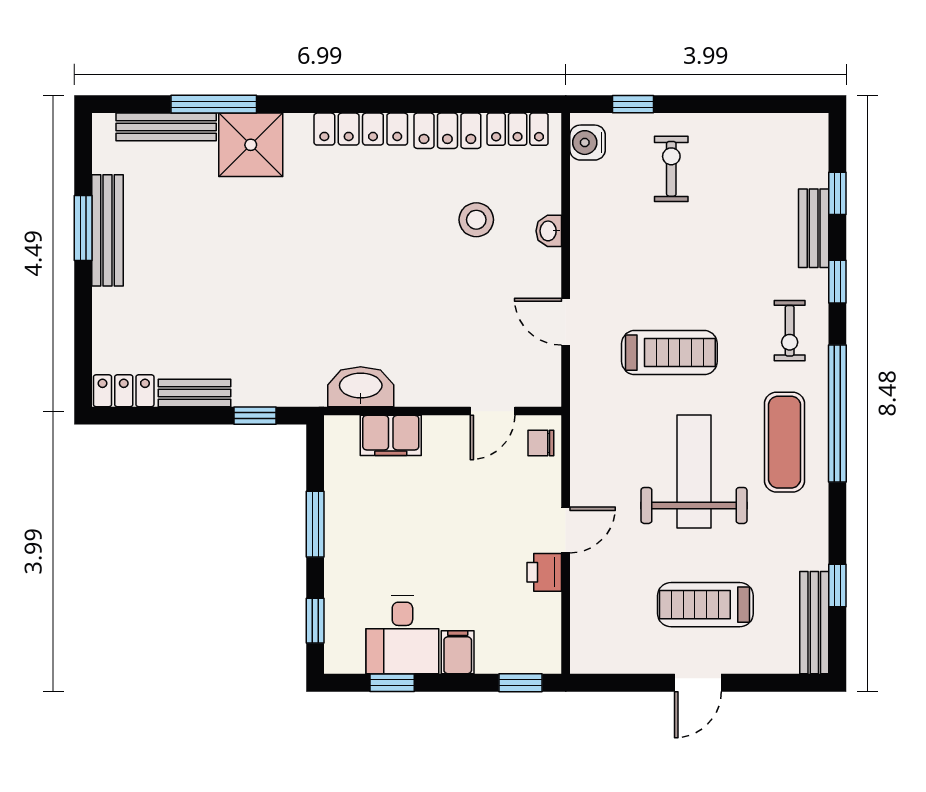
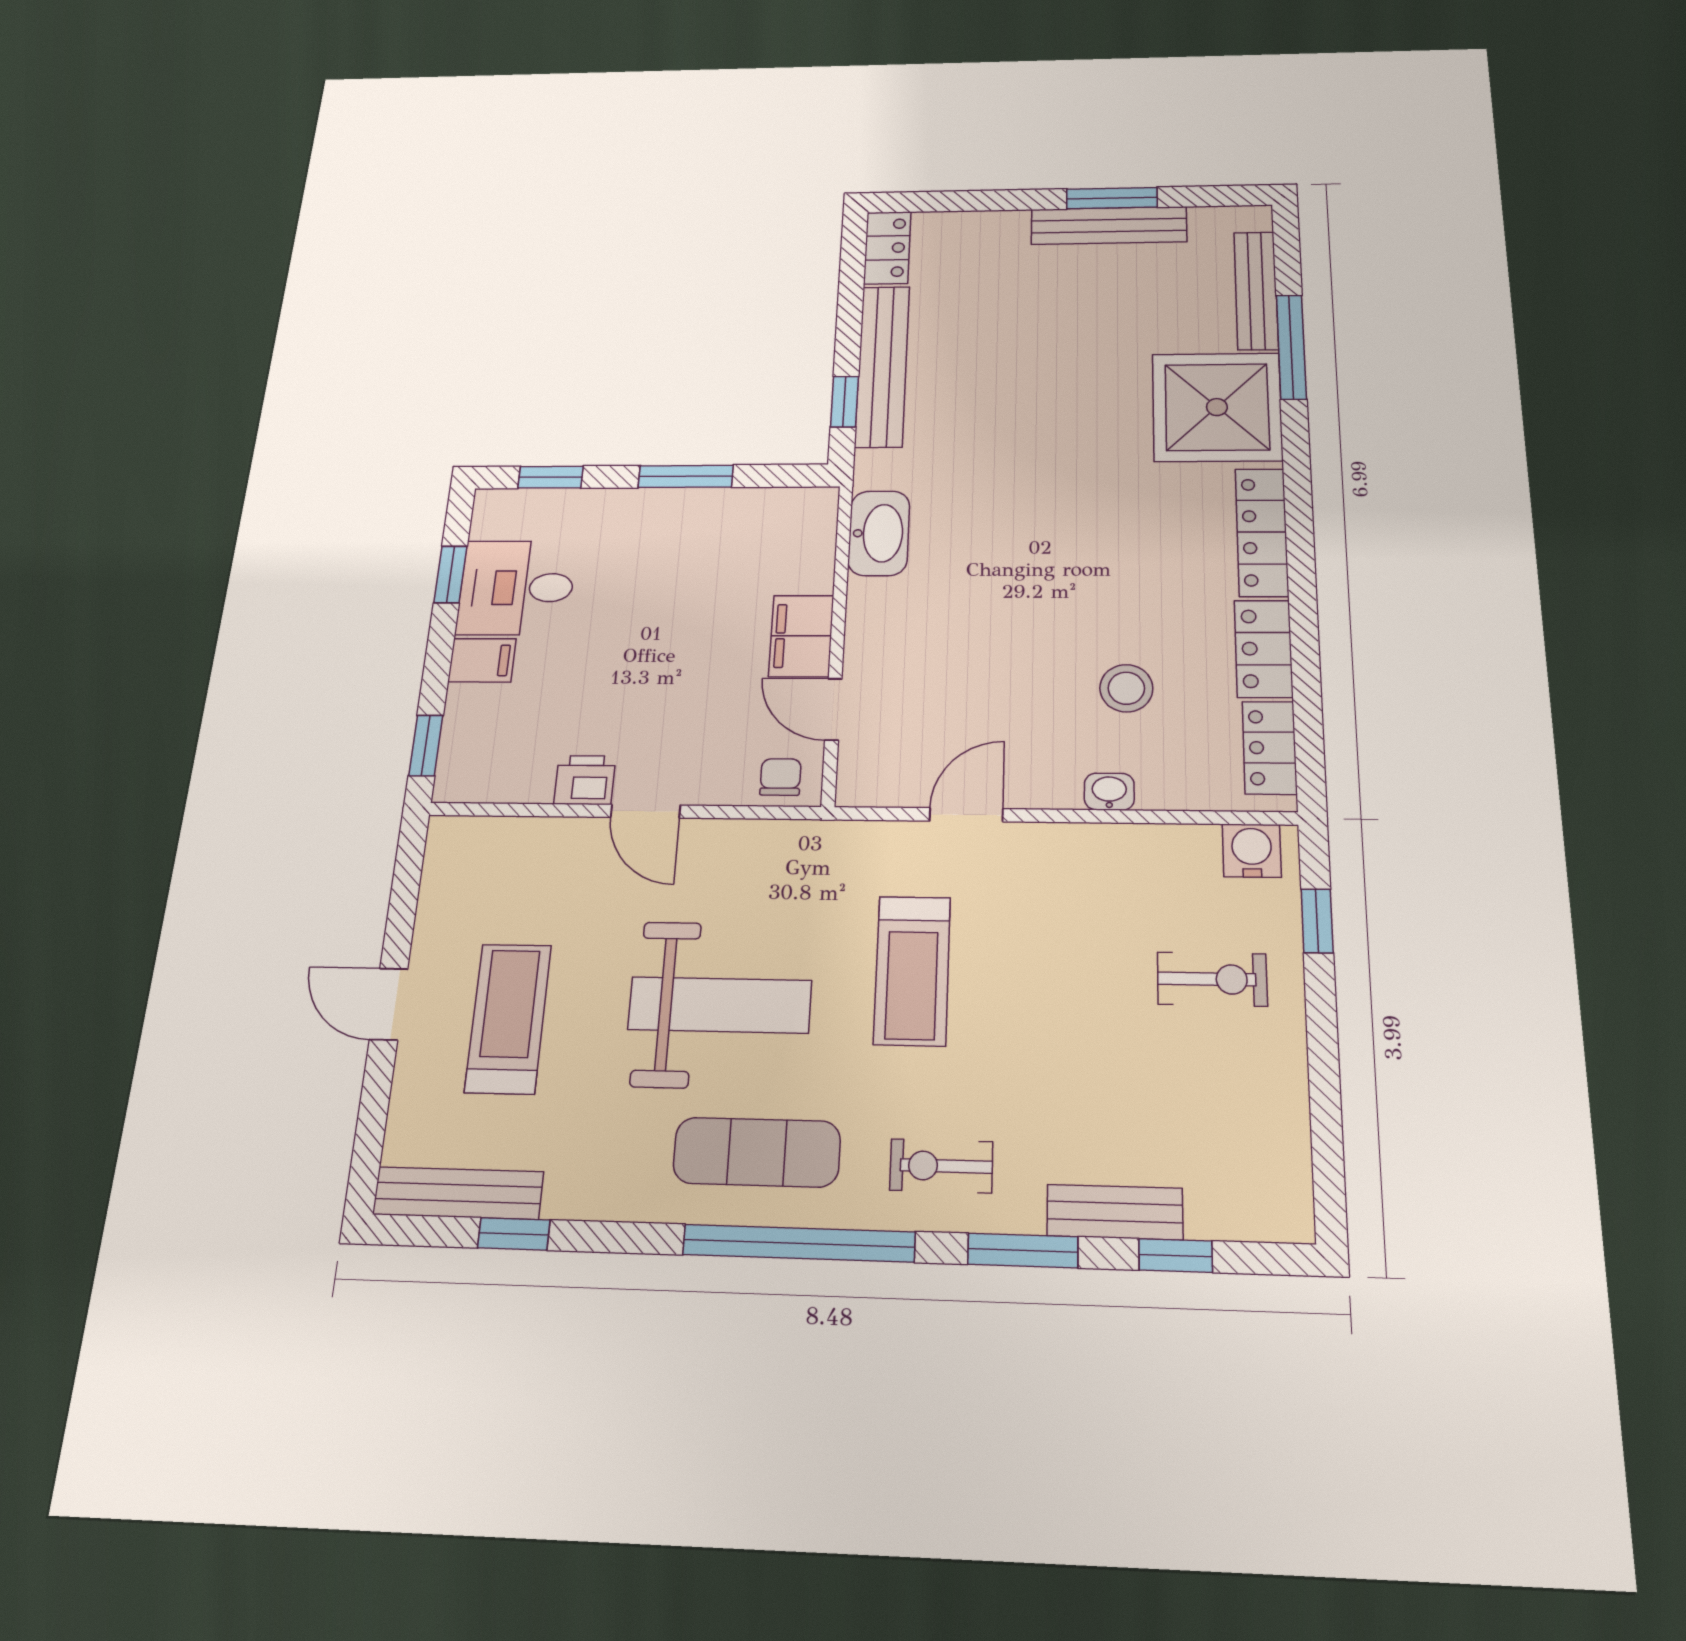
shower: (251, 145) -> (1217, 407), width x1.37, depth x1.37
window: (837, 282) -> (1023, 1251), width x1.50
bench: (194, 393) -> (882, 366), width x1.86, depth x1.21
filing cabinet: (391, 435) -> (801, 636), moved

